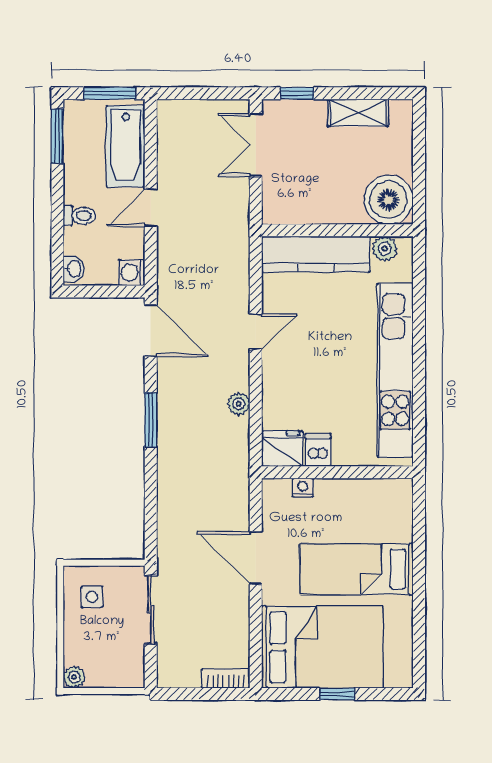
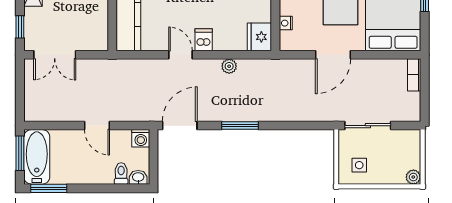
bathtub: (126, 146) -> (37, 157), moved, turned -90
toilet: (80, 216) -> (121, 173), moved
dishwasher: (318, 450) -> (204, 40), moved, turned 90

